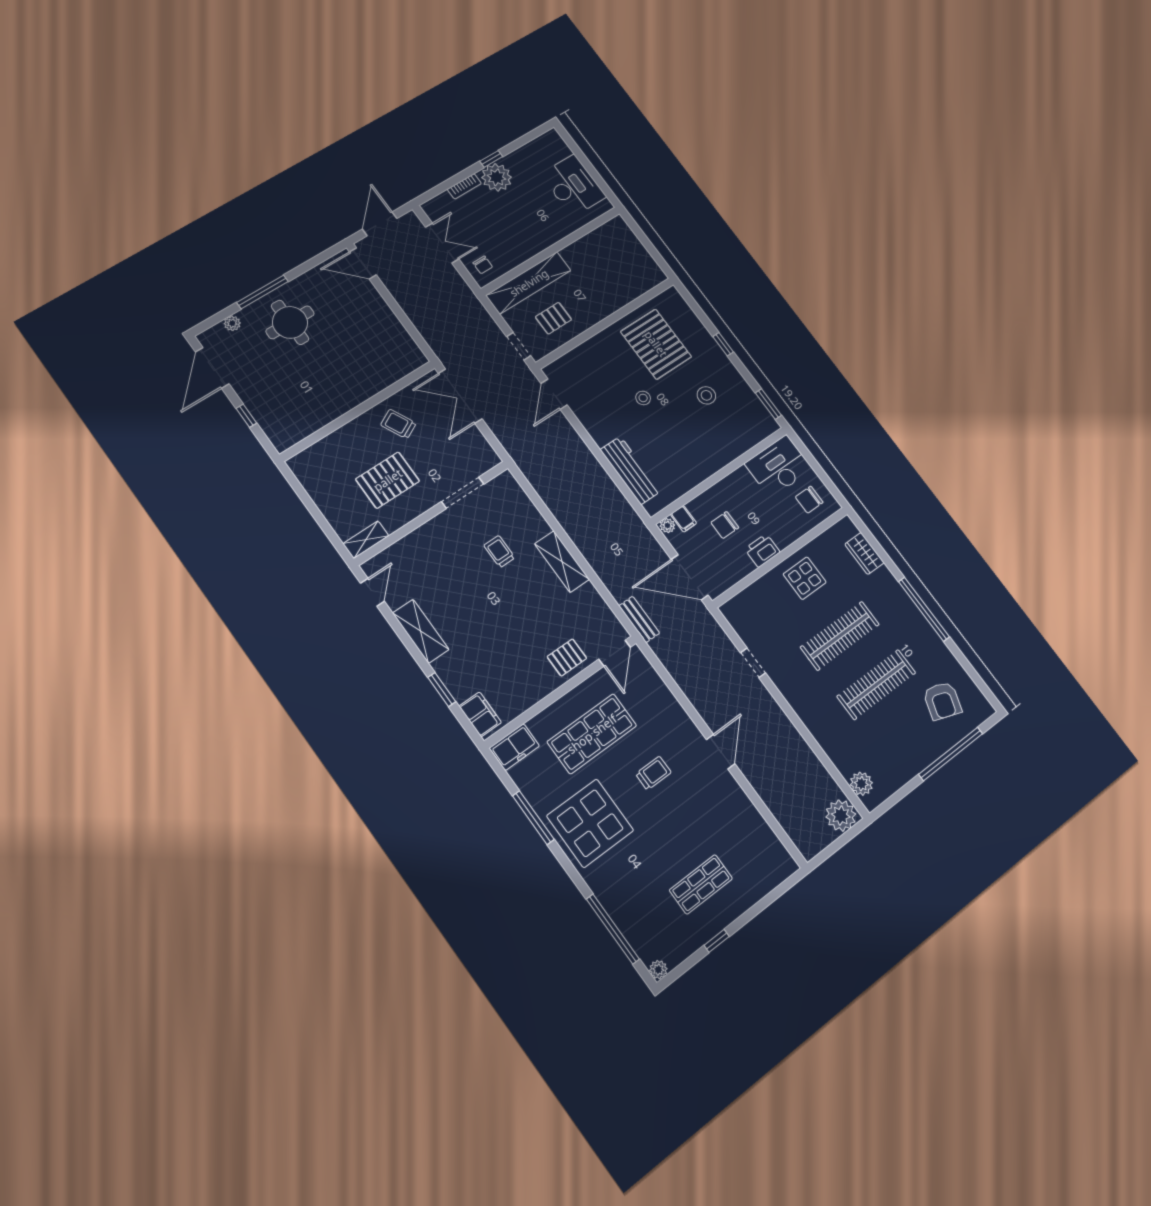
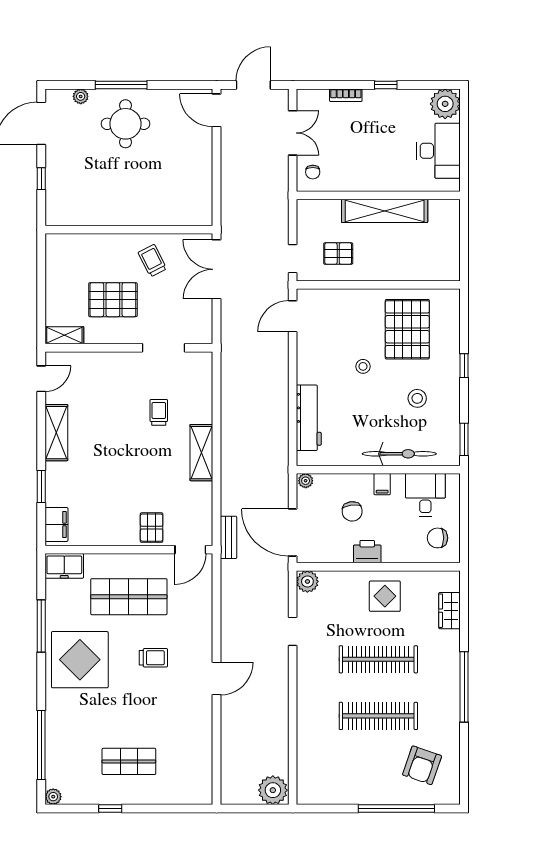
plant: (497, 177) -> (445, 104), moved
shelving: (529, 283) -> (385, 211), moved
bicycle: (726, 451) -> (399, 454), added
desk: (778, 466) -> (425, 495), width x0.73
filing cabinet: (683, 519) -> (382, 484), moved
chair: (725, 525) -> (352, 511), turned -97
pallet: (567, 657) -> (152, 528), turned 90
plant: (861, 784) -> (307, 581), moved

